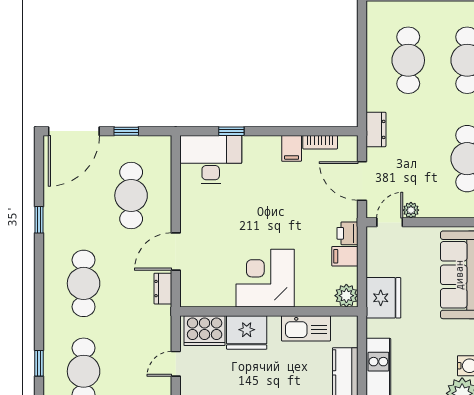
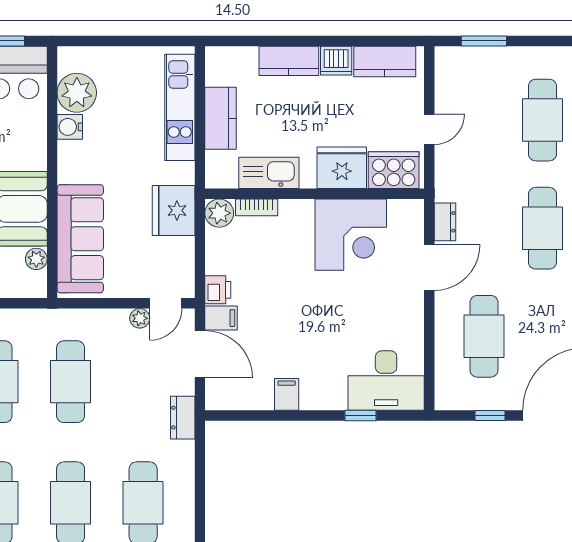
bookcase: (320, 142) -> (257, 207), moved, turned 180
filing cabinet: (345, 256) -> (221, 318), moved
corner desk: (265, 278) -> (351, 235), moved

